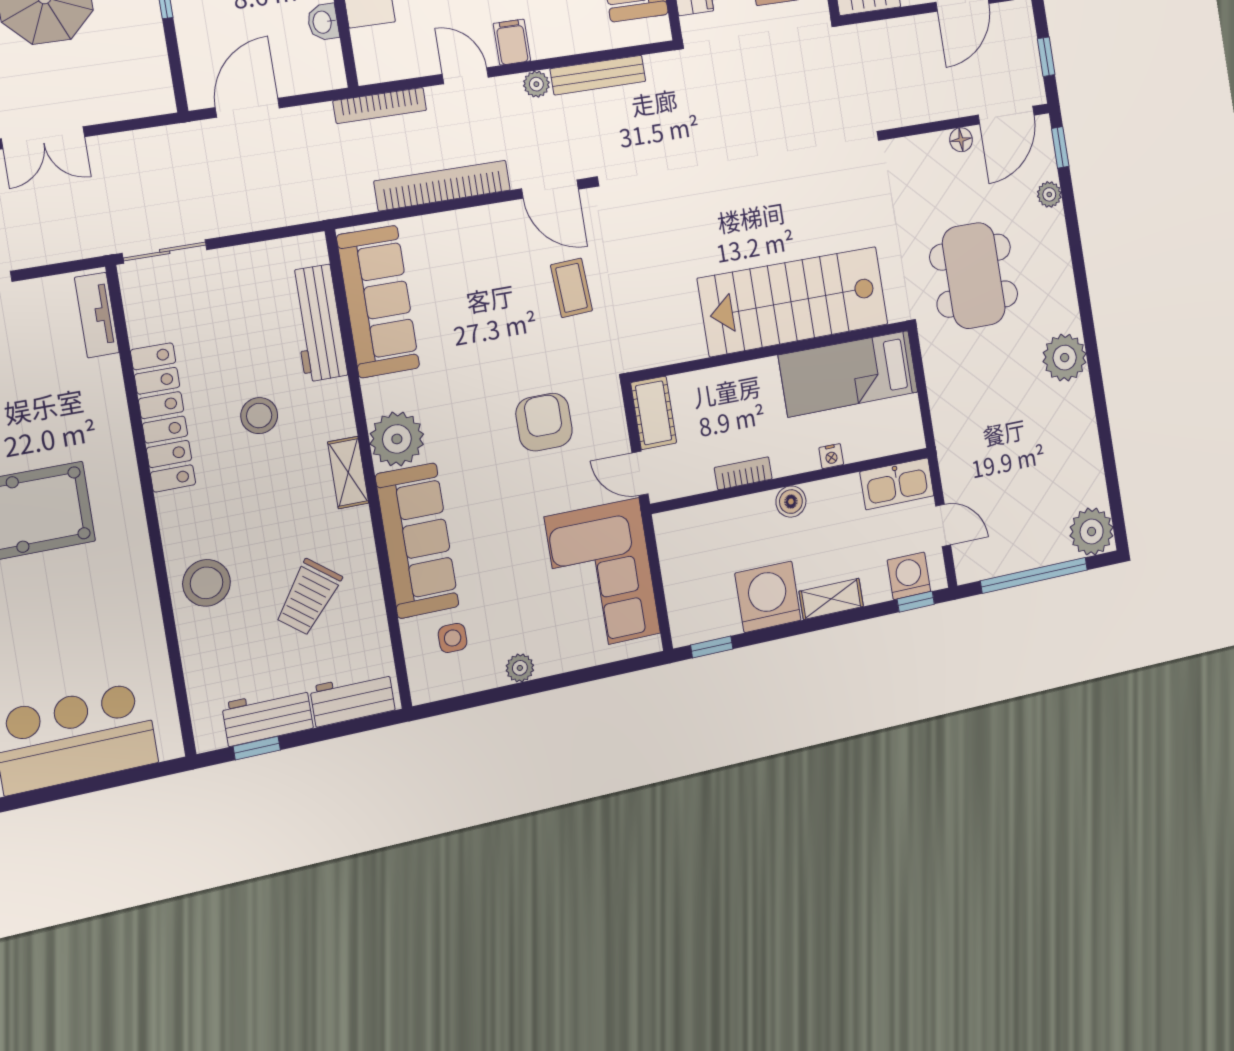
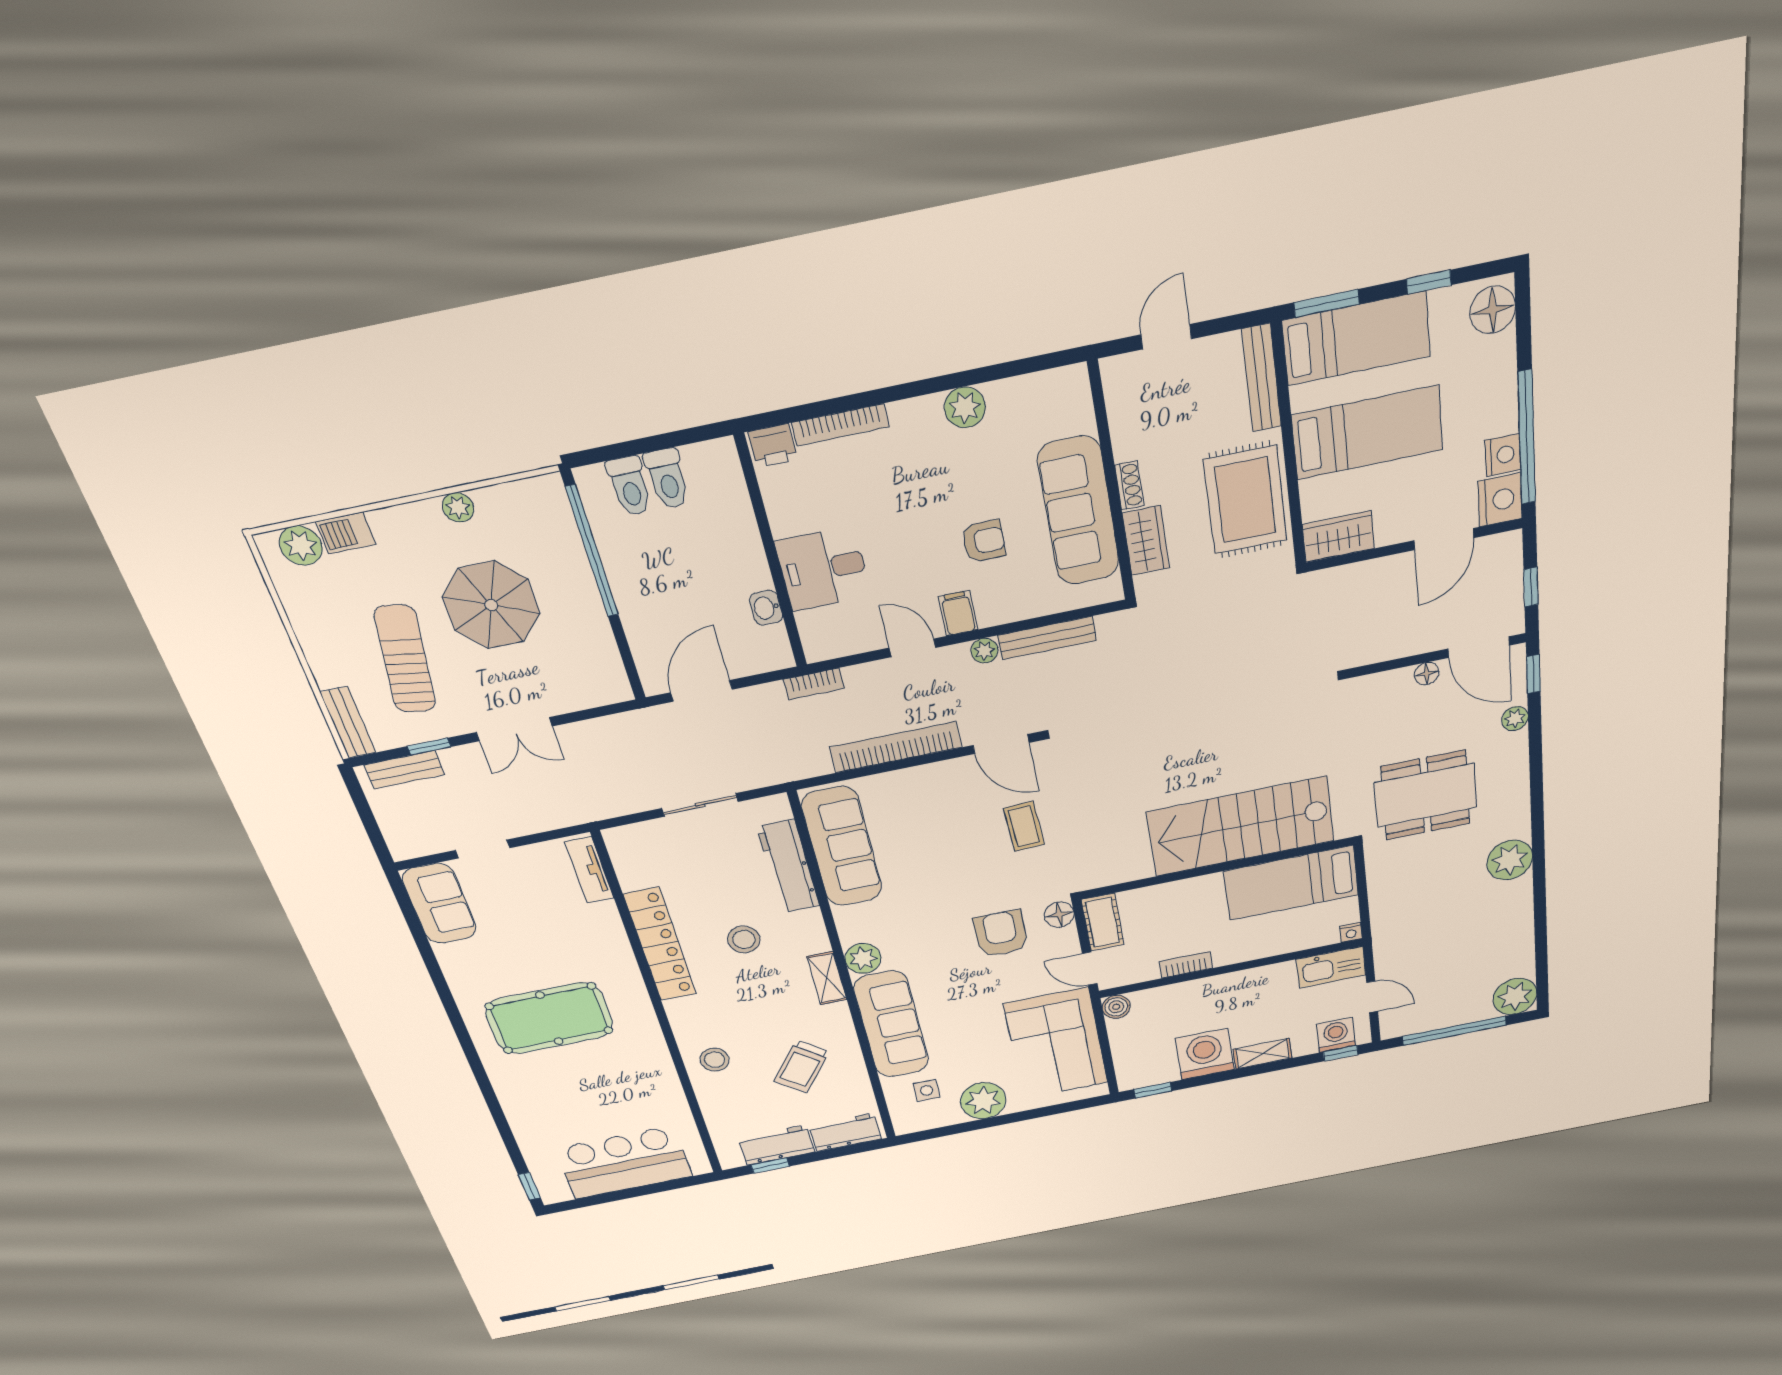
bookcase: (380, 106) -> (814, 684), width x0.64
door: (1006, 115) -> (1479, 647), hinge flipped
sliding door: (165, 251) -> (700, 805), moved
dining table: (974, 276) -> (1426, 795), turned 90
floor lamp: (607, 401) -> (1059, 915), added
plant: (397, 439) -> (863, 958), width x0.73, depth x0.73
nightstand: (831, 456) -> (1351, 932), moved
boiler: (791, 502) -> (1116, 1007), moved
stool: (207, 583) -> (715, 1060), width x0.73, depth x0.73
plant: (520, 668) -> (983, 1101), width x1.88, depth x1.88

